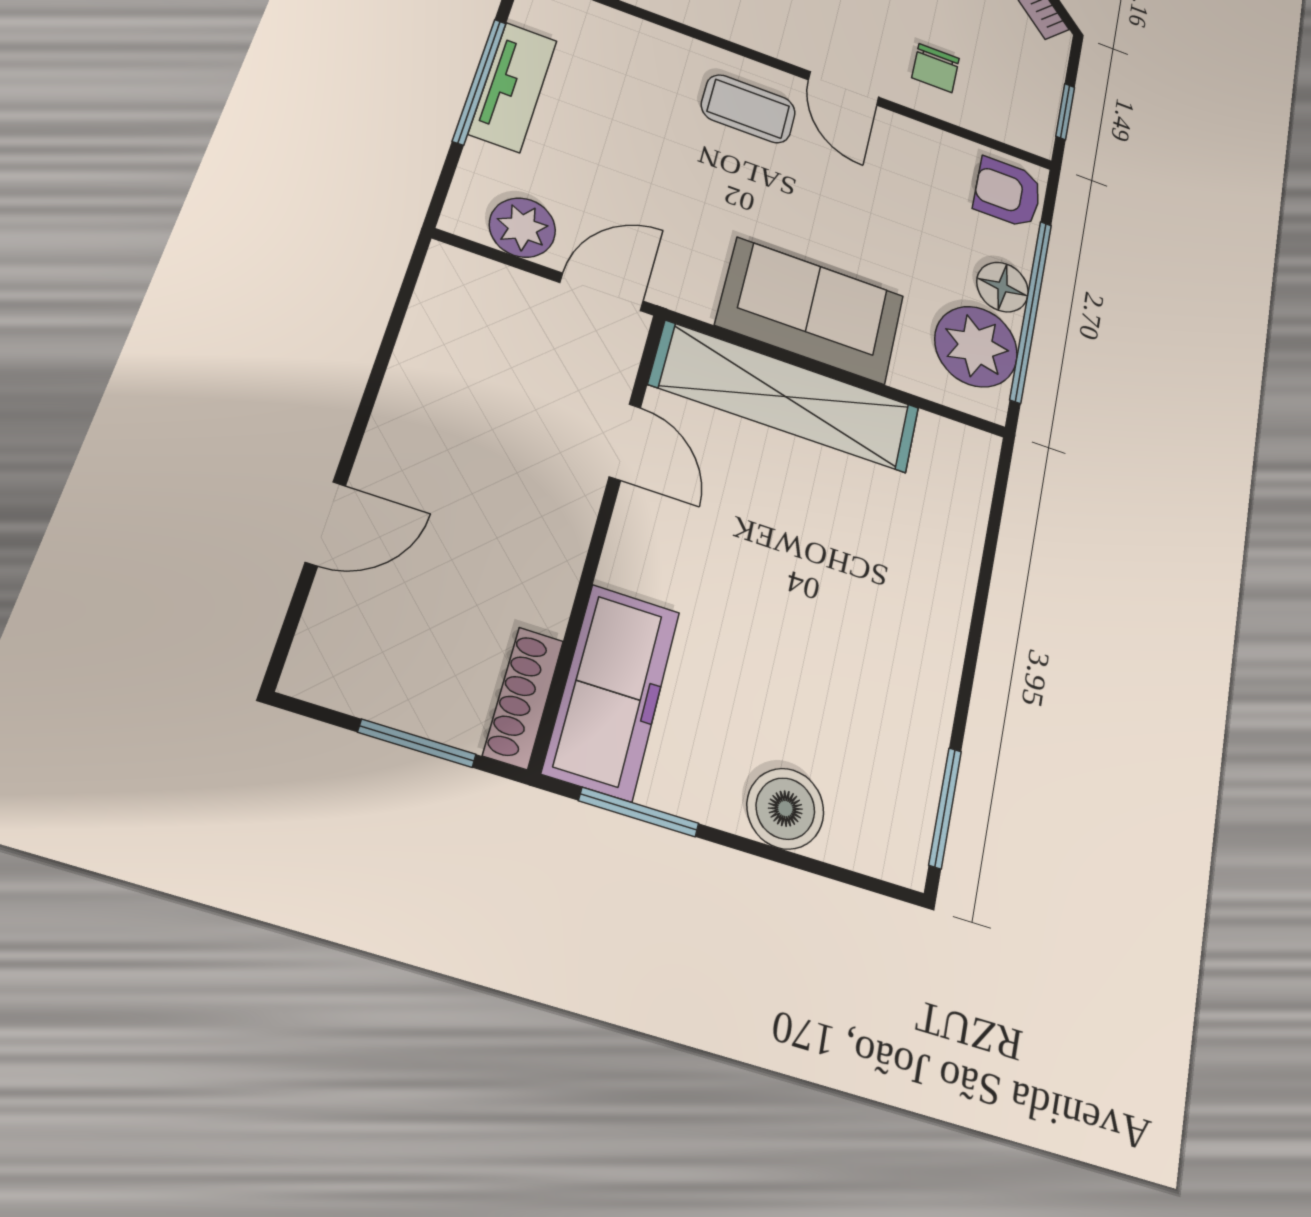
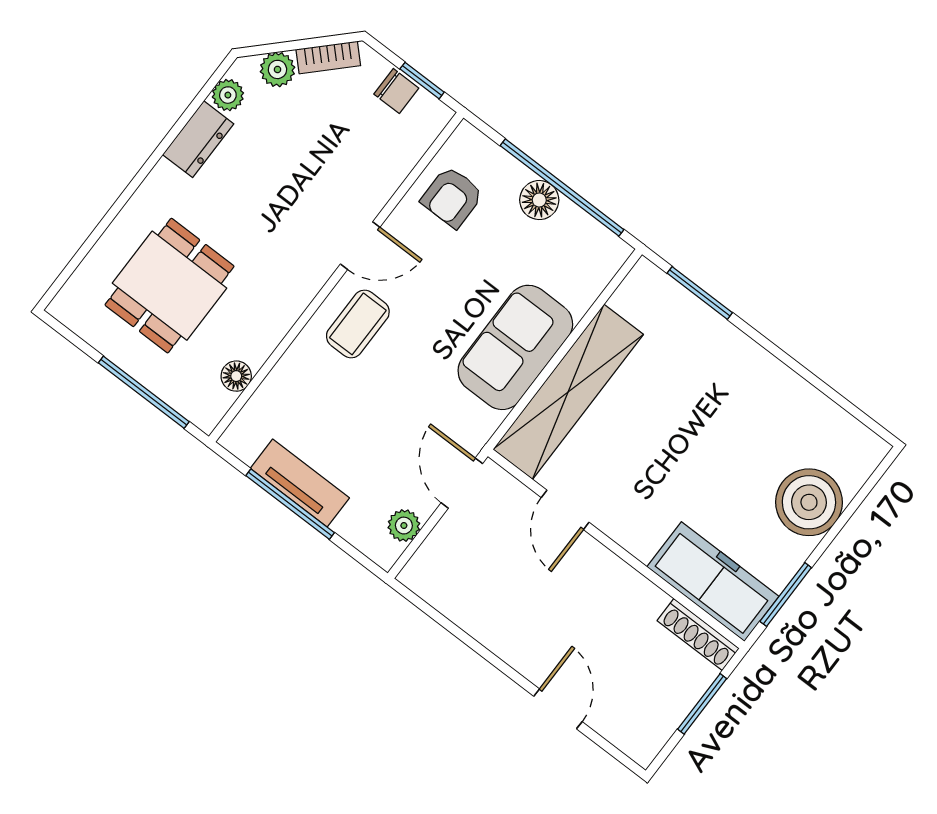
chair: (936, 68) -> (396, 91), moved
armchair: (1008, 193) -> (452, 197), moved
plant: (522, 228) -> (404, 526), width x0.73, depth x0.73
plant: (976, 347) -> (575, 241), removed
door: (625, 442) -> (565, 510), swing flipped
window: (945, 808) -> (700, 293), moved
boiler: (785, 809) -> (809, 502), width x1.37, depth x1.37

